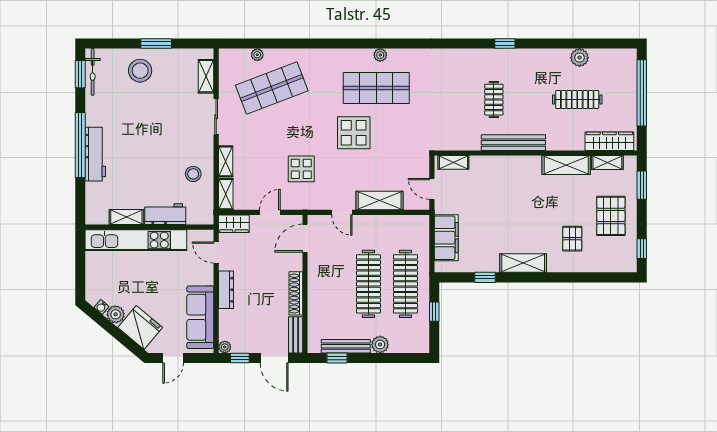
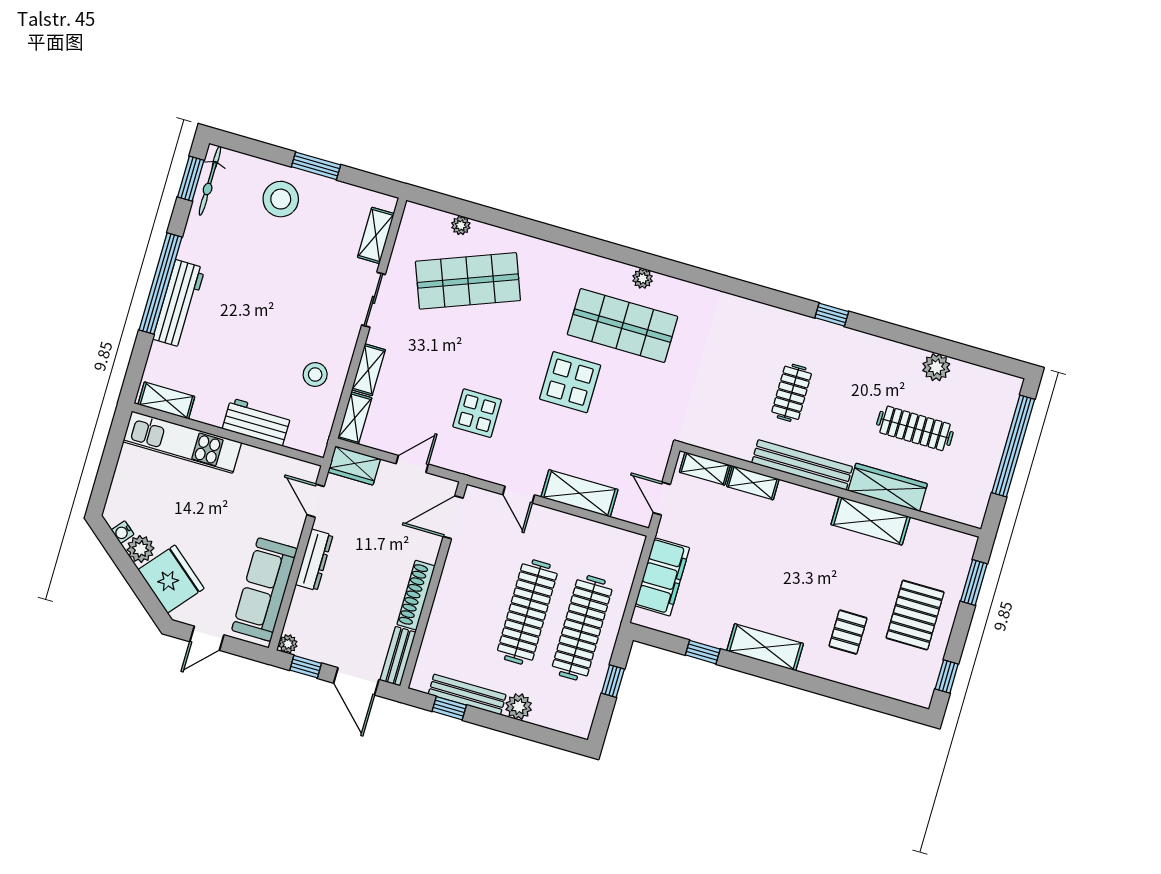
wardrobe: (609, 141) -> (888, 487), moved
shelving: (607, 163) -> (753, 483), moved
shelving: (126, 217) -> (166, 401), moved
kitchen unit: (136, 240) -> (182, 442), width x0.73

